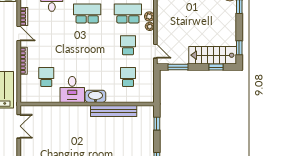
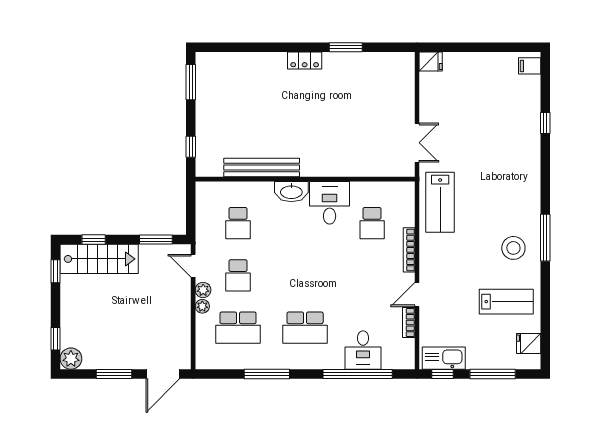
plant: (149, 16) -> (203, 290), moved
door: (19, 34) -> (417, 294), hinge flipped
double door: (19, 126) -> (417, 143), swing flipped

